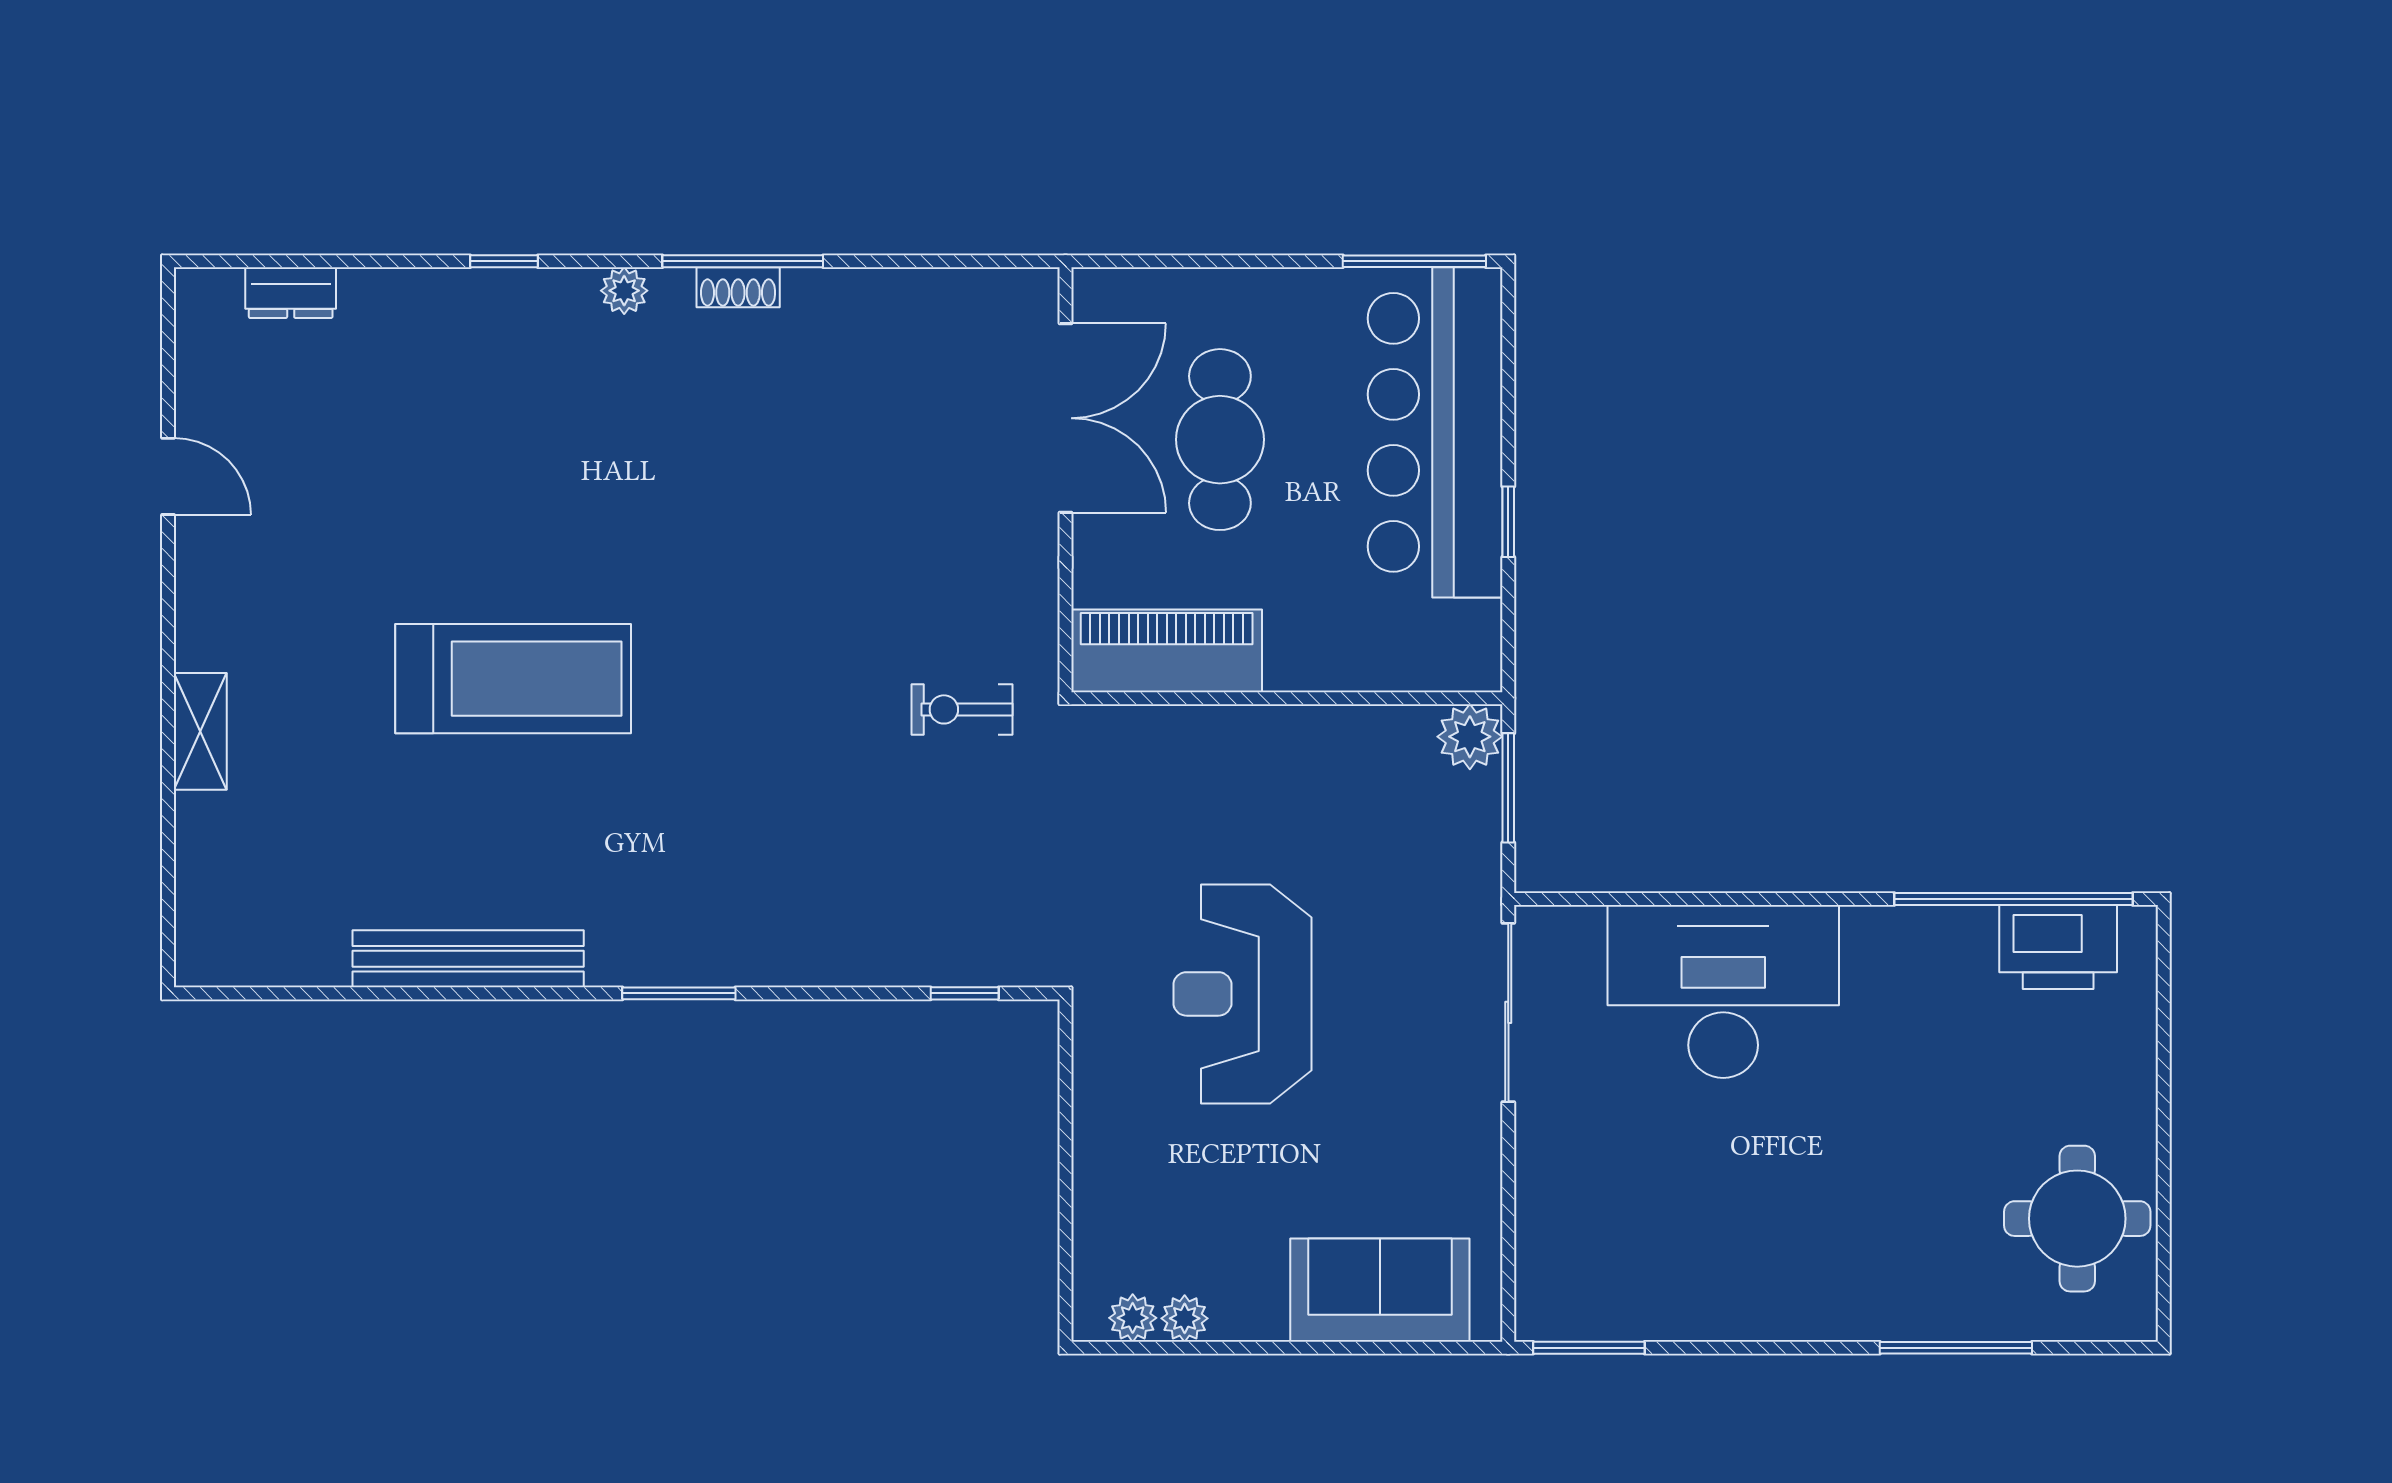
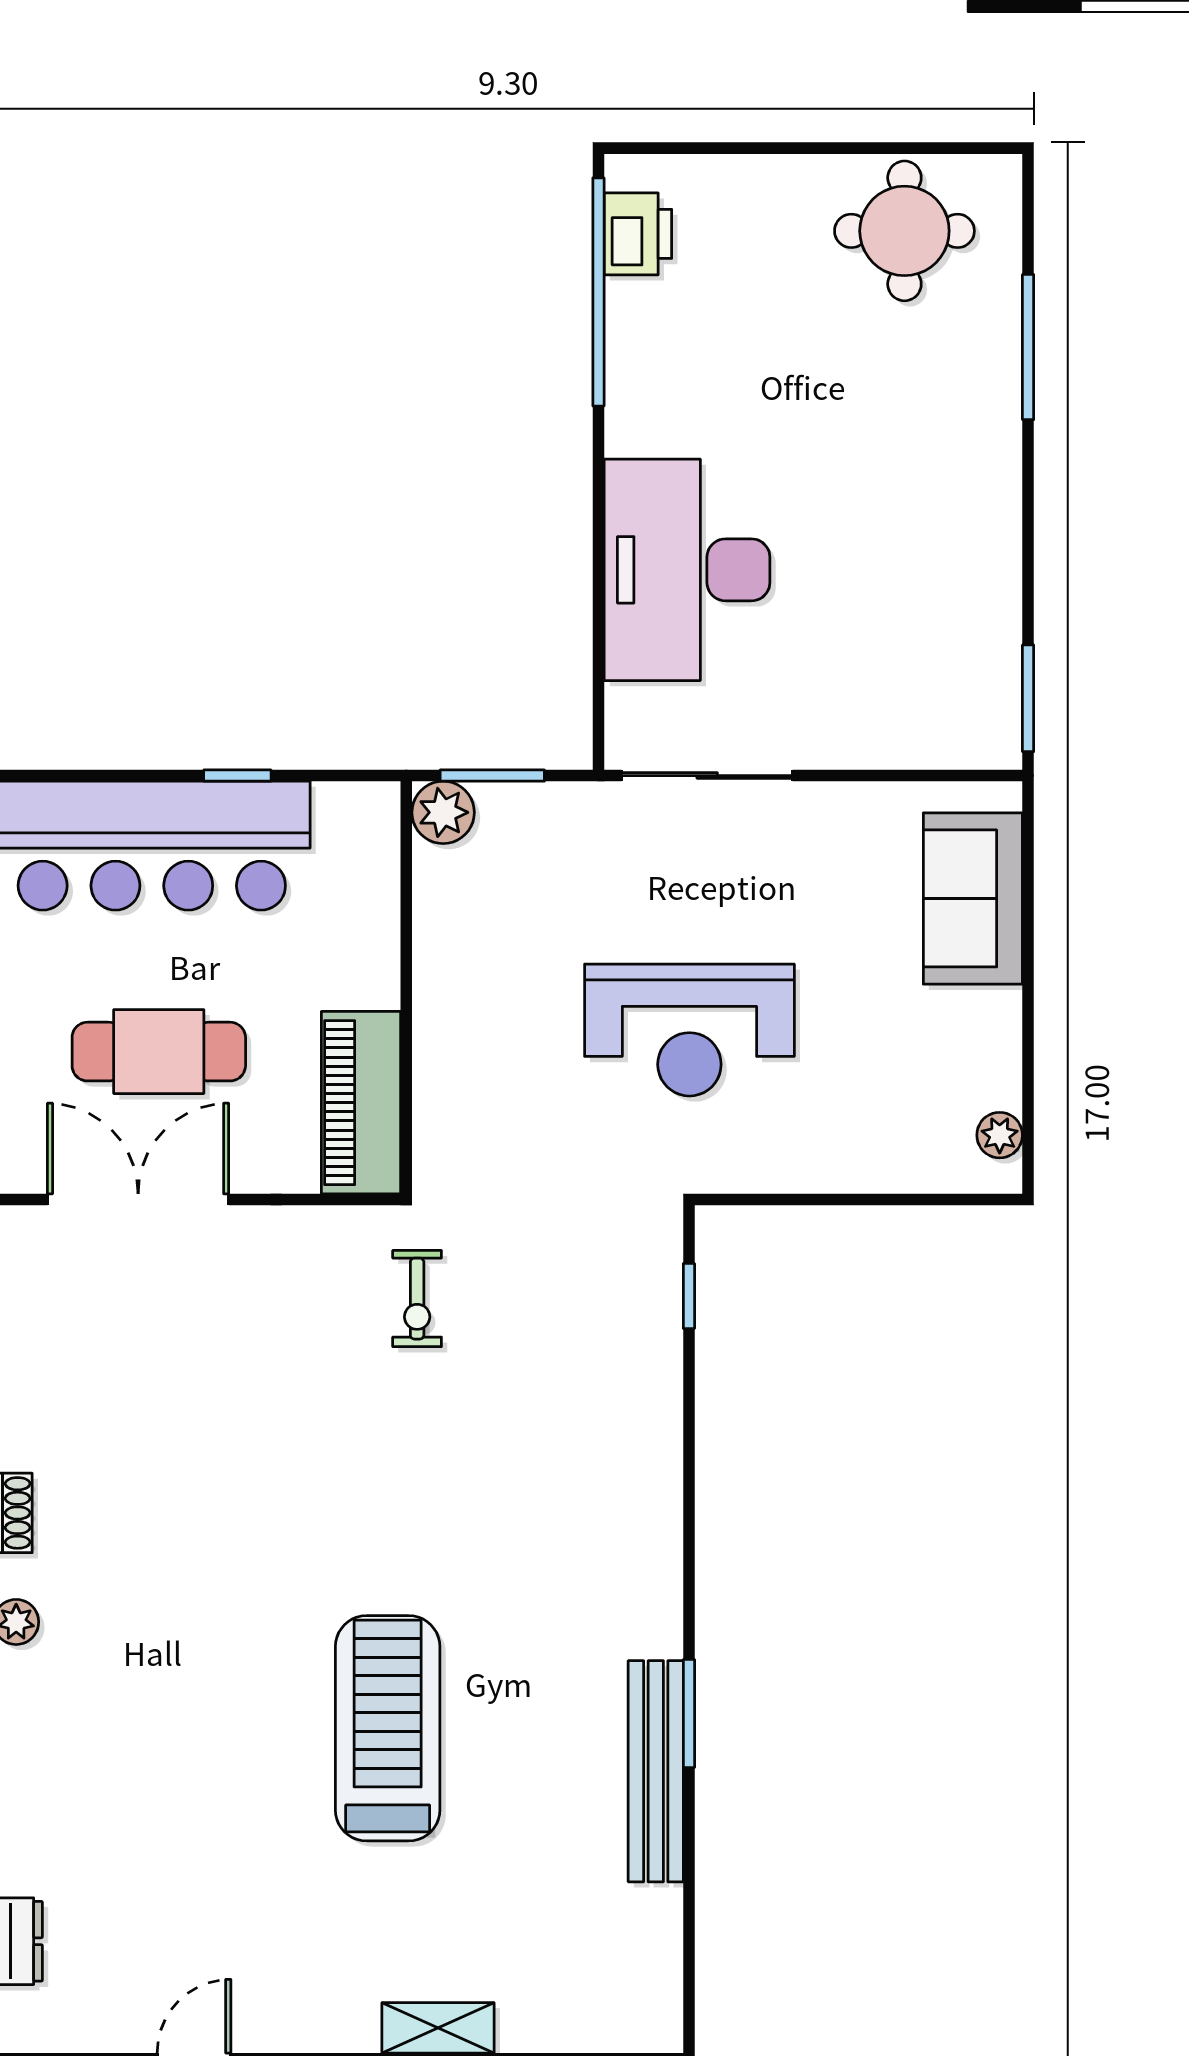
printer: (2058, 947) -> (638, 234), width x0.73, depth x0.84
window: (679, 993) -> (689, 1714), moved
plant: (1185, 1318) -> (1000, 1085), removed

